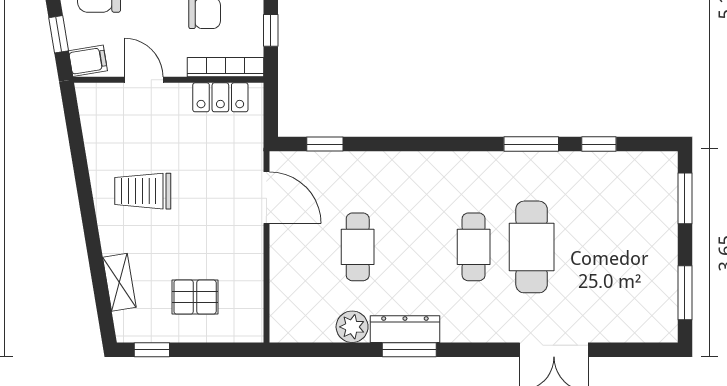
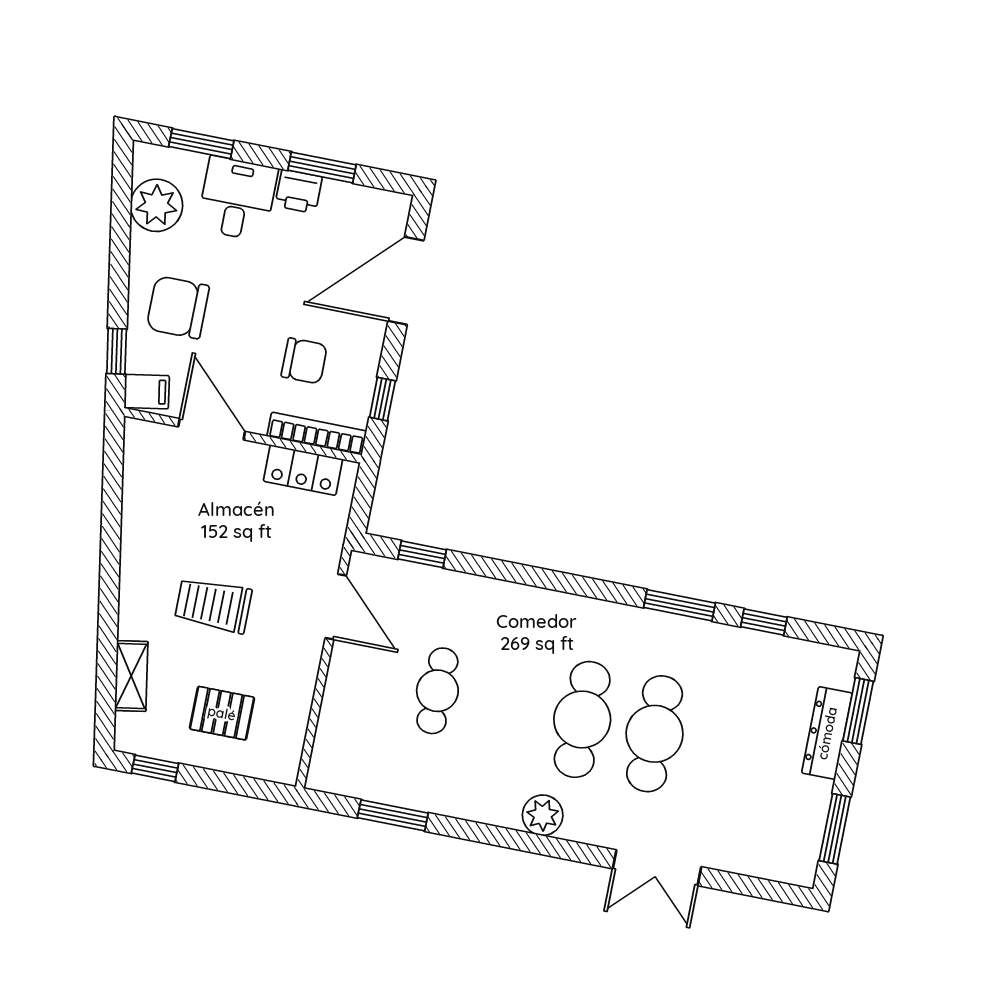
door: (144, 80) -> (212, 429), width x1.38
trolley: (143, 191) -> (213, 605), moved
cafe table: (474, 247) -> (582, 719), width x1.37, depth x1.35
plant: (352, 327) -> (543, 815), moved
dresser: (405, 329) -> (827, 733), moved, turned -90
window: (409, 350) -> (393, 815), moved

